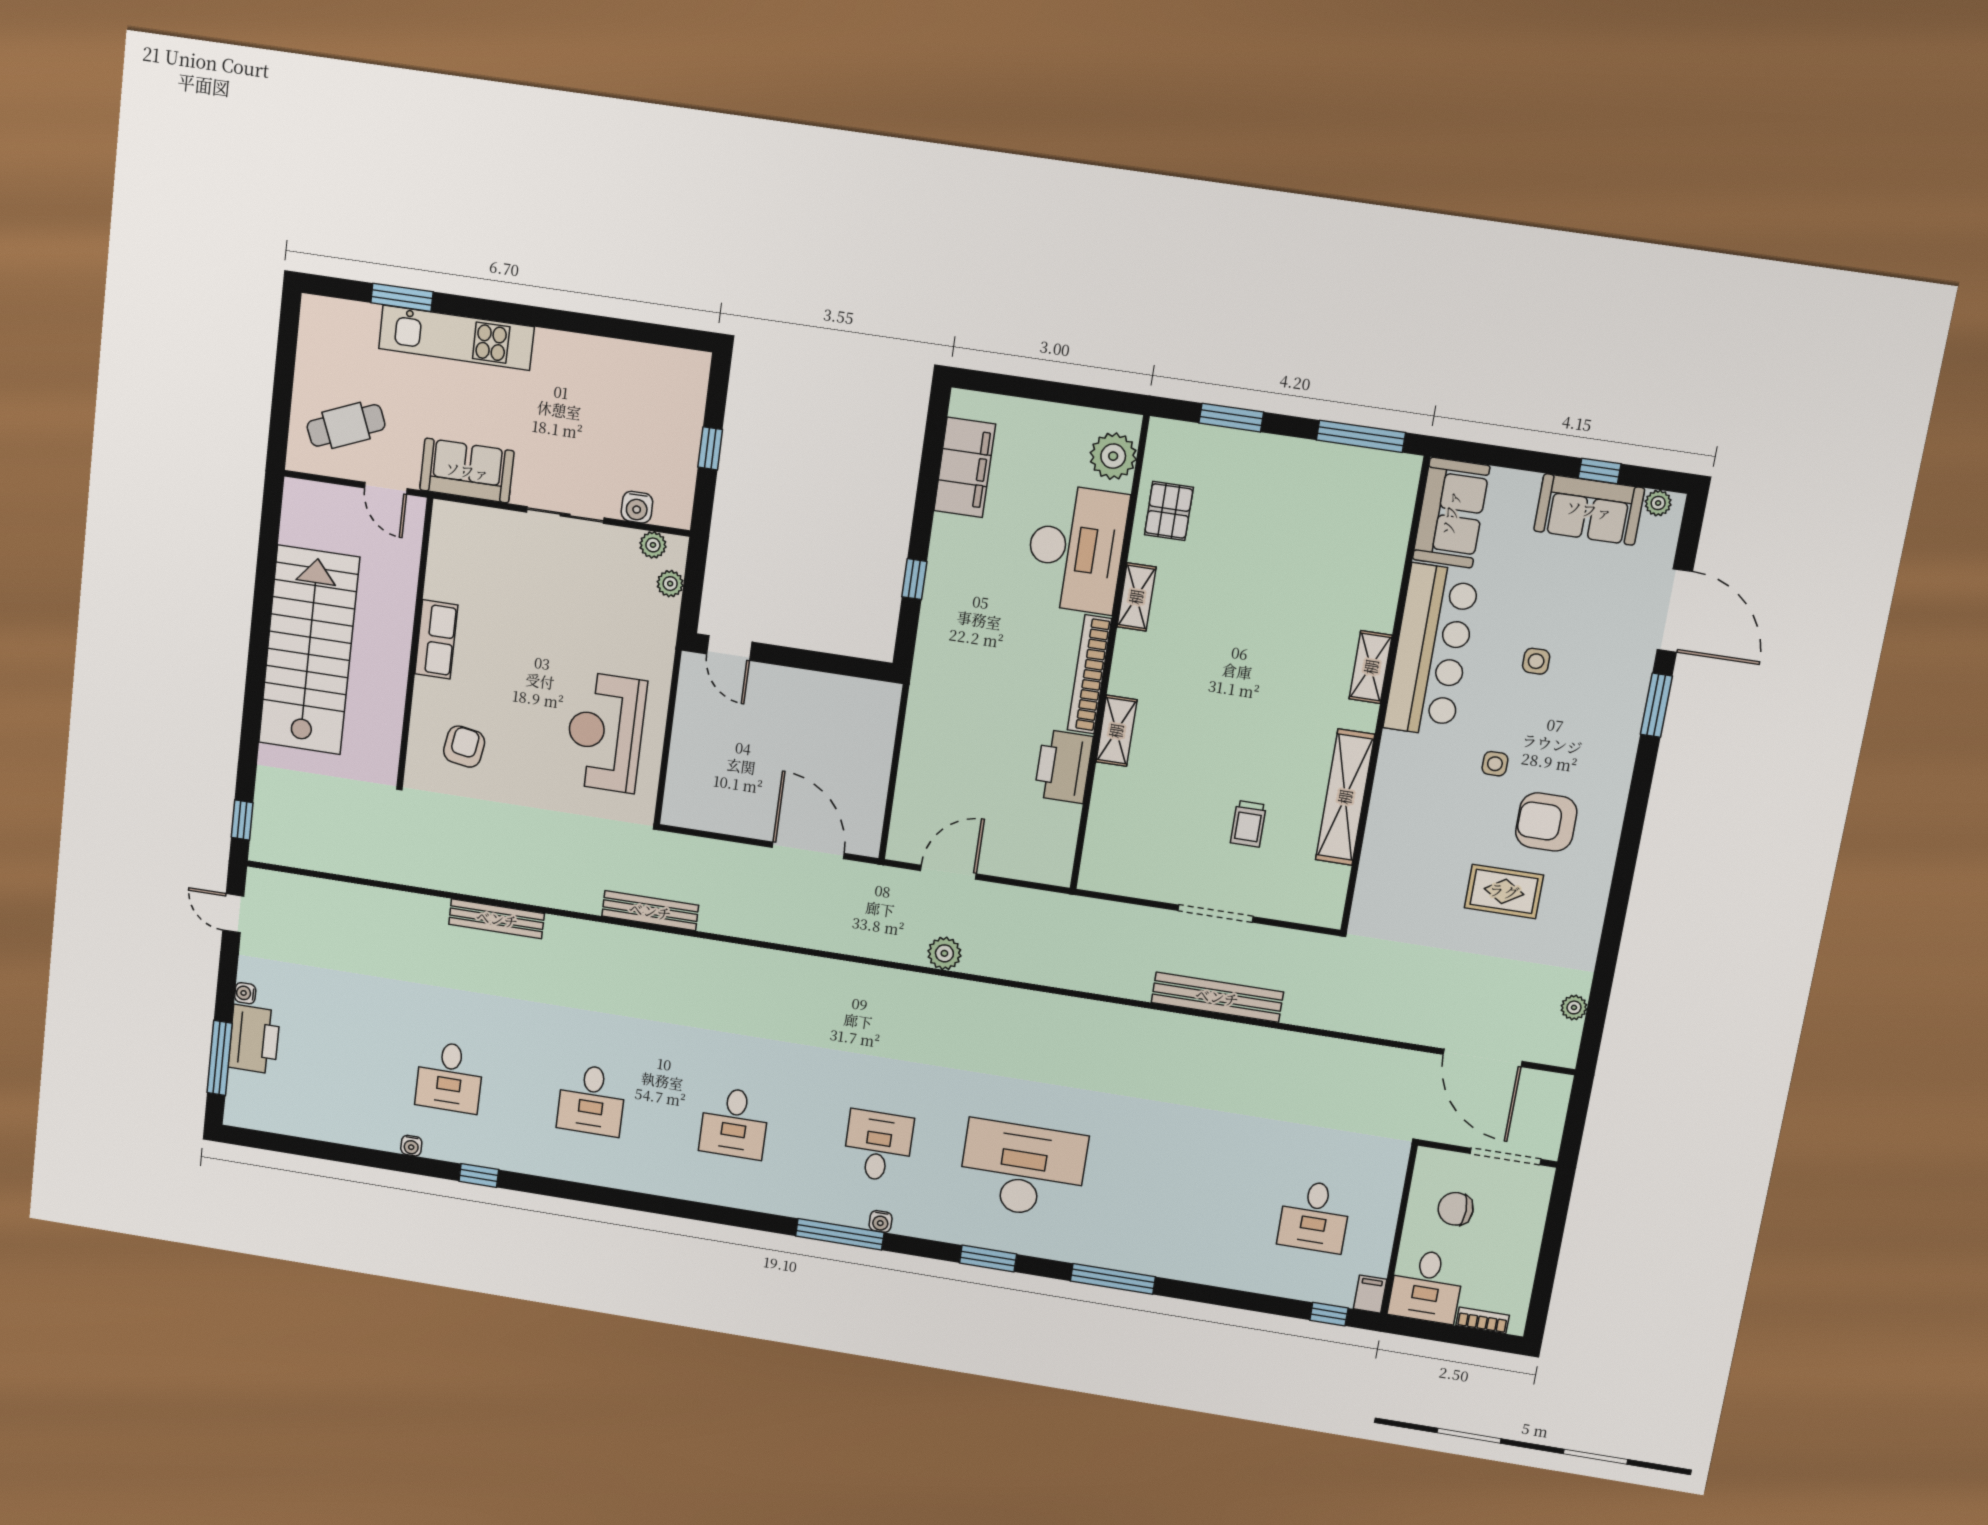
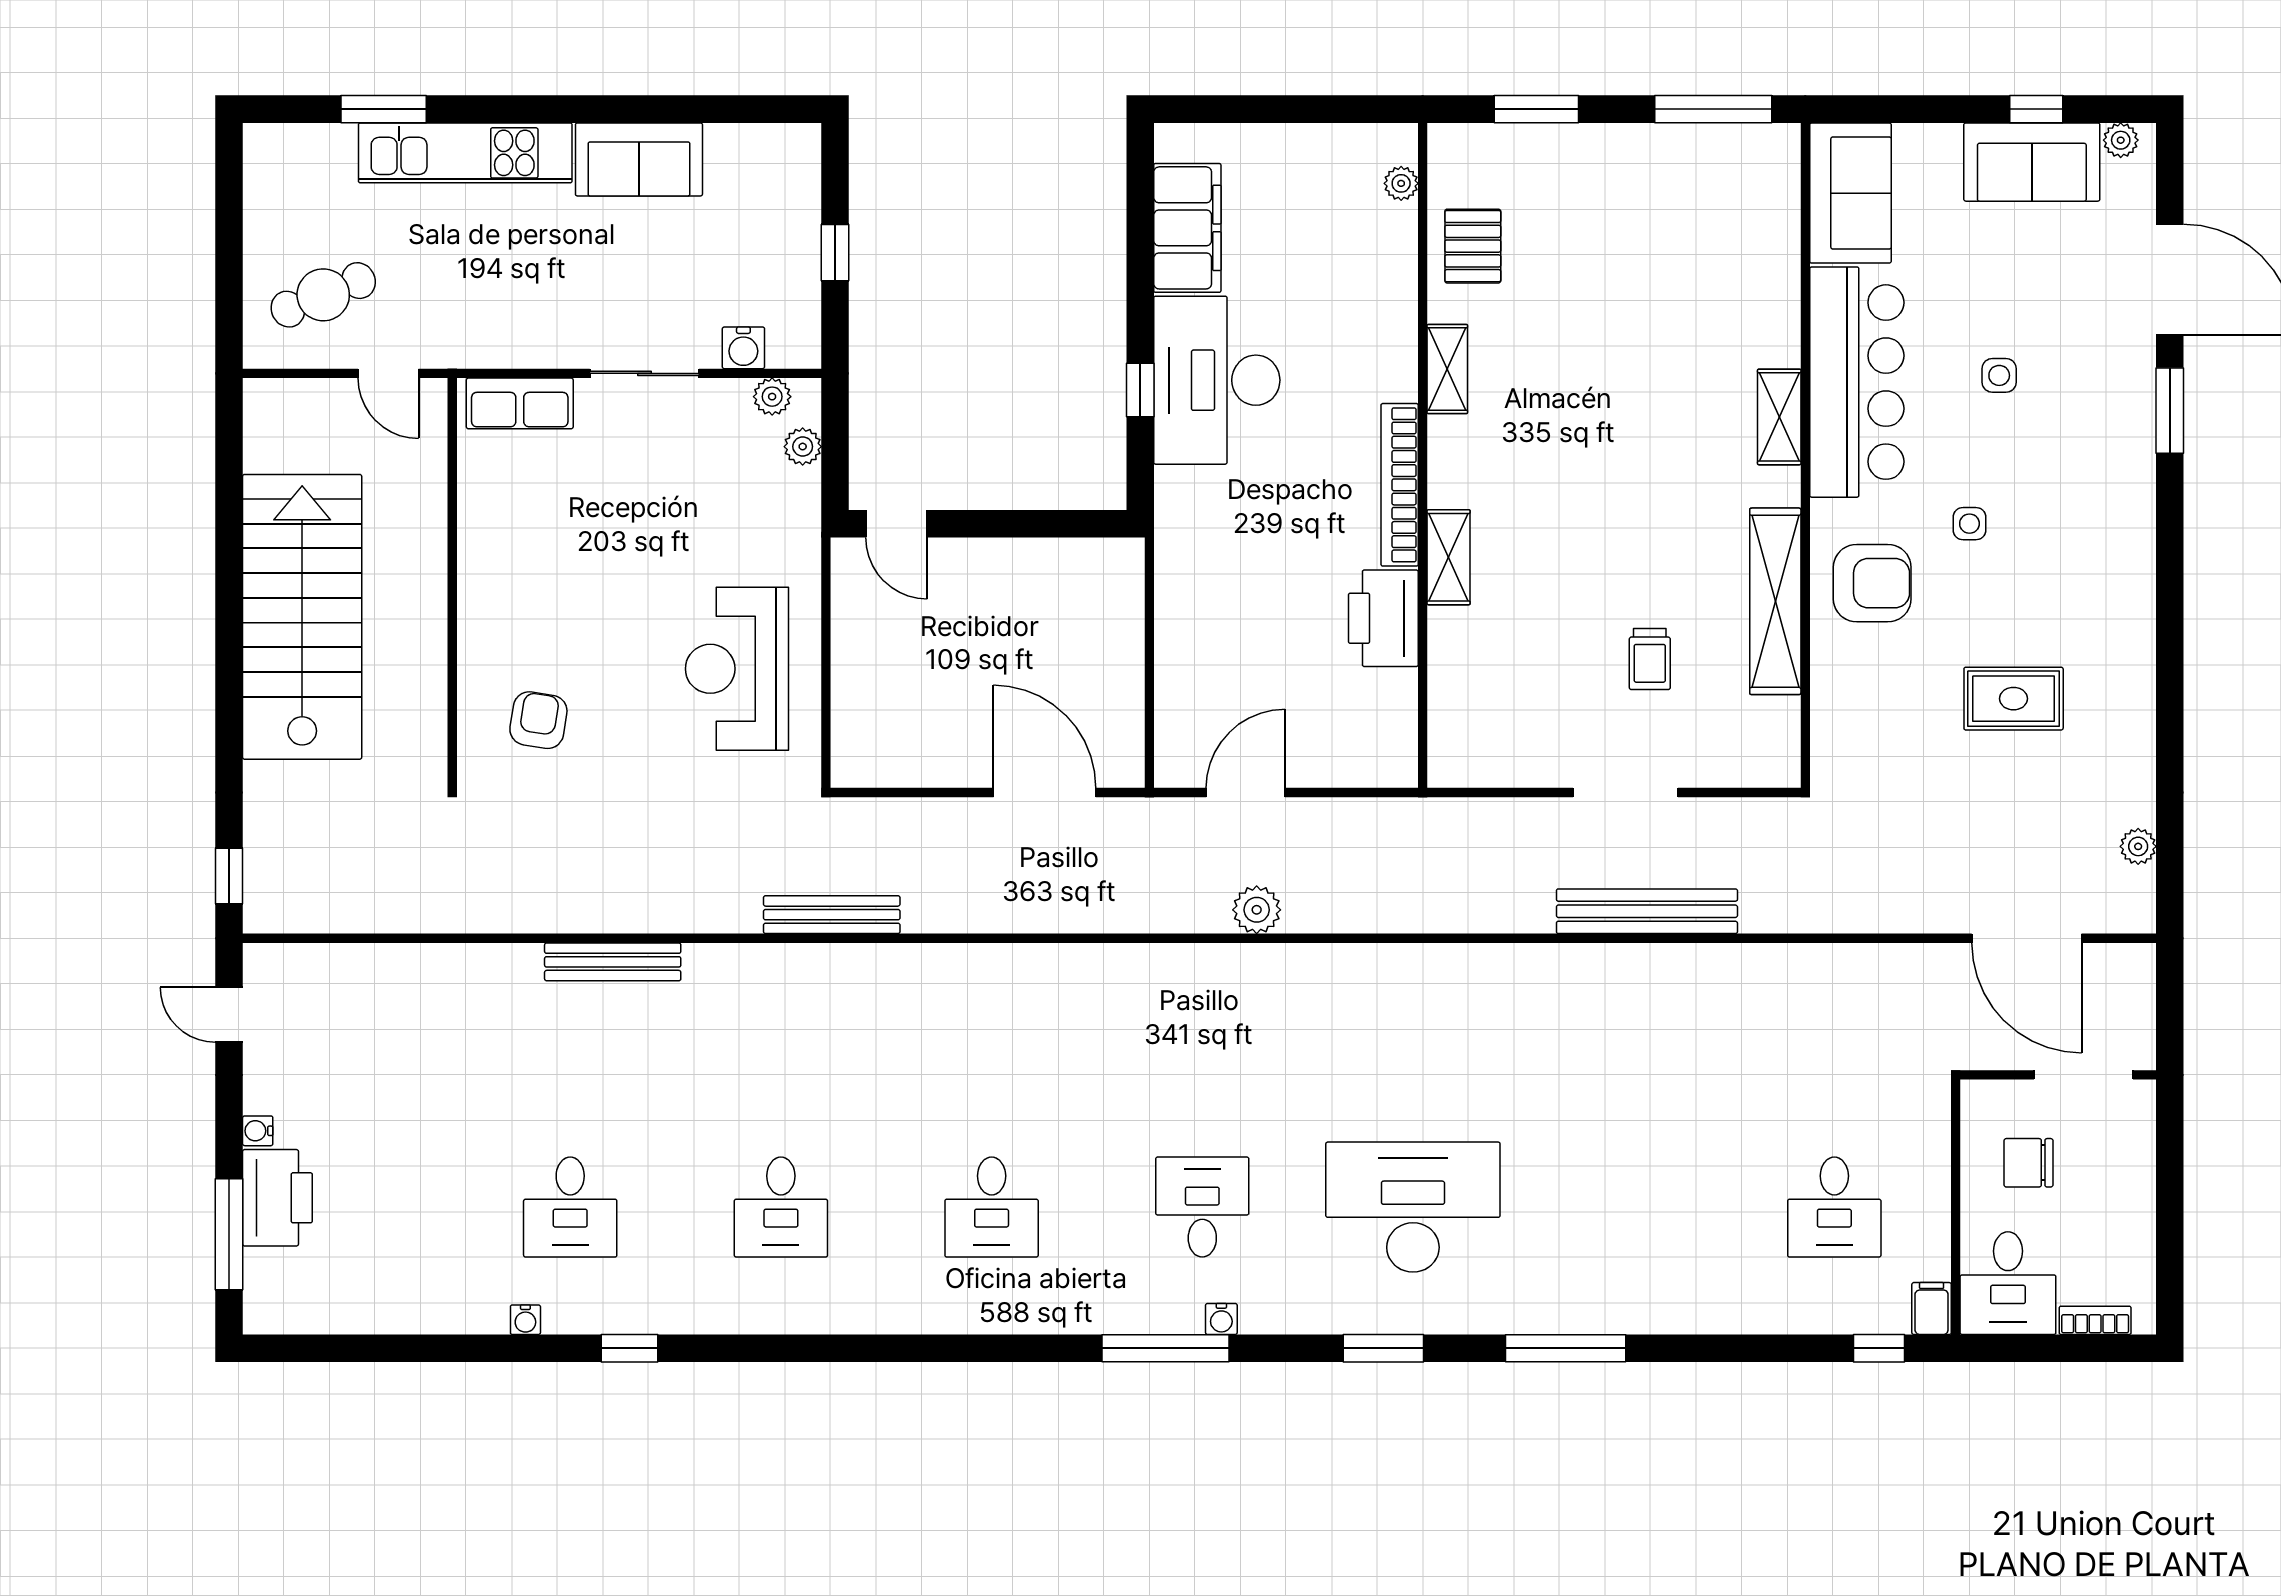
plant: (1113, 456) -> (1401, 183), width x0.53, depth x0.53
sofa: (467, 471) -> (639, 159), moved, turned 180
desk: (1076, 549) -> (1217, 380), moved, turned 180
row of seats: (436, 639) -> (520, 403), moved, turned 90
armchair: (1546, 822) -> (1872, 583), moved, turned 180

